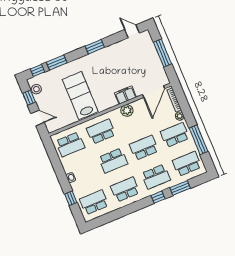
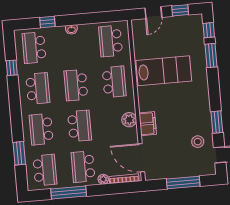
window: (95, 47) -> (217, 122), moved
stool: (36, 89) -> (198, 142), moved
school desk: (175, 135) -> (83, 167), turned 180
window: (158, 197) -> (12, 68), moved
school desk: (94, 202) -> (34, 48), turned 180

